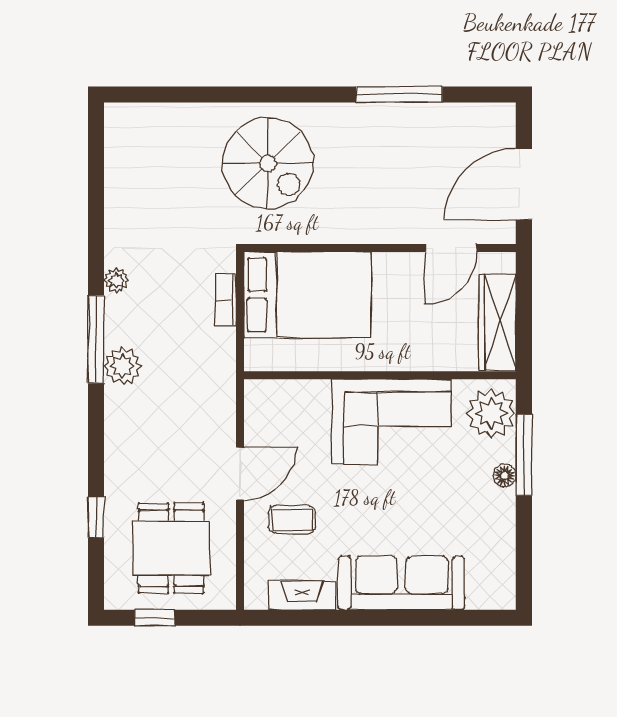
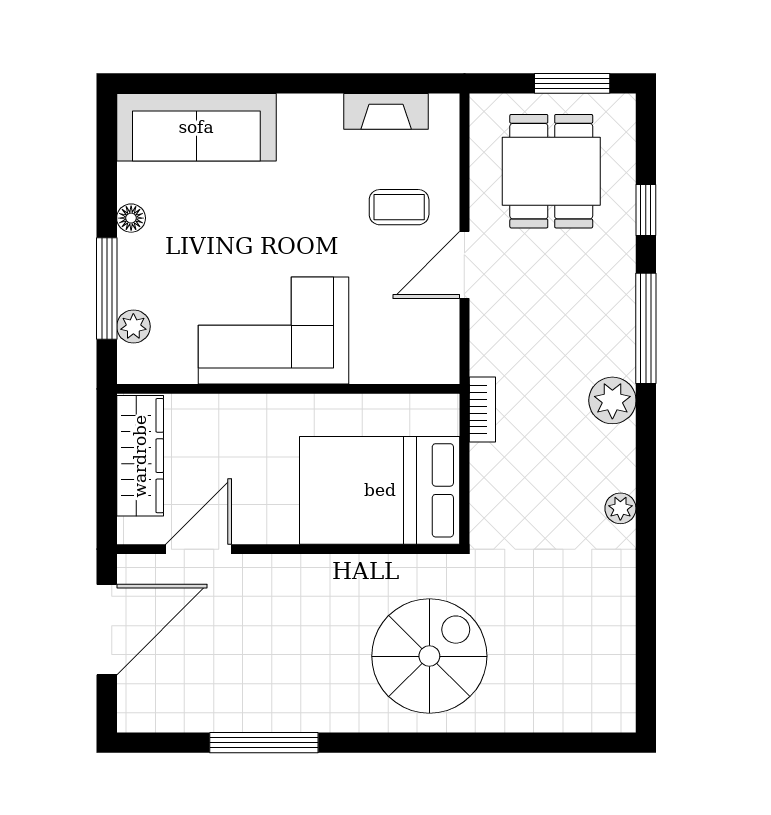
spiral stairs: (268, 163) -> (429, 656), turned 90
bookcase: (226, 300) -> (482, 410), moved
window: (96, 339) -> (646, 328), moved
plant: (491, 413) -> (133, 326), width x0.53, depth x0.53
floor lamp: (505, 476) -> (131, 218), moved
sofa: (401, 583) -> (196, 127), moved
window: (155, 618) -> (572, 83), width x1.50

